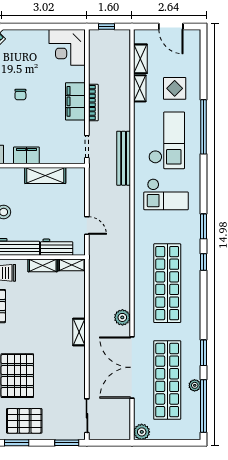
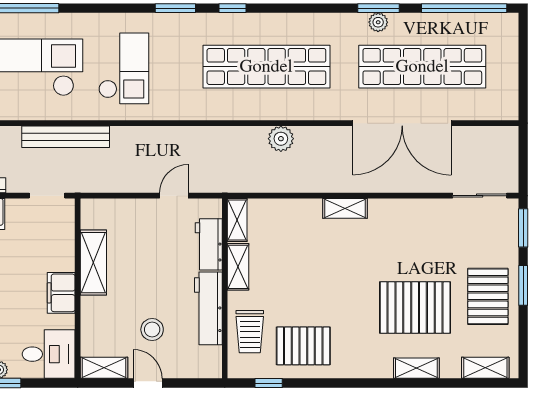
plant: (122, 317) -> (281, 139), moved
plant: (195, 385) -> (378, 22), moved
plant: (142, 432) -> (506, 107), removed
window: (17, 443) -> (523, 285), moved

